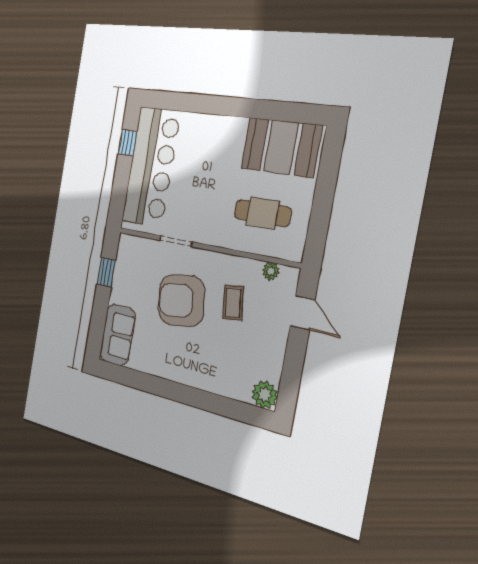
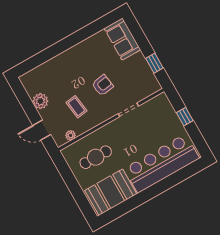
window: (127, 143) -> (185, 117), moved
bar counter: (151, 167) -> (162, 163), moved, turned 90
armchair: (181, 301) -> (102, 85), width x0.53, depth x0.53
plant: (265, 395) -> (40, 101), moved

